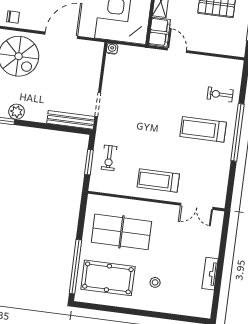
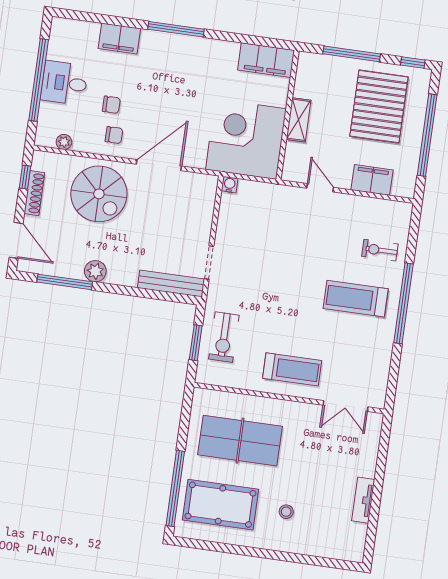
chair: (13, 17) -> (114, 135), moved
filing cabinet: (159, 32) -> (372, 180), moved, turned -90
exercise bike: (109, 158) -> (224, 337), width x1.38, depth x1.39
treadmill: (158, 181) -> (292, 369), turned 180

